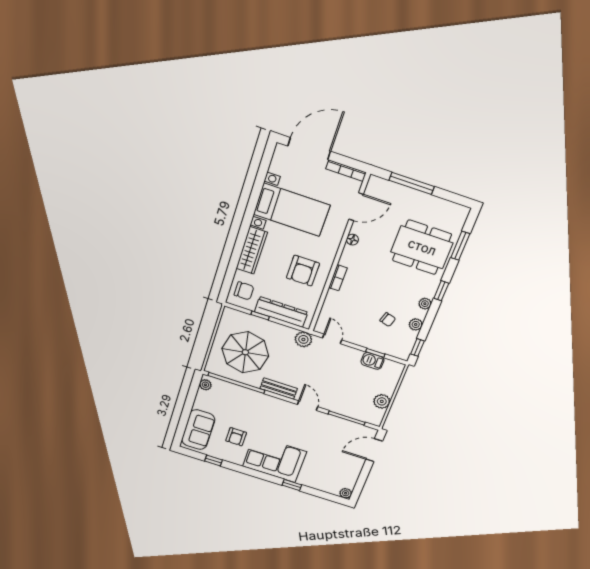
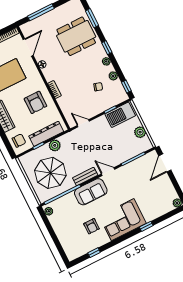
plant: (303, 339) -> (55, 145), moved
barbecue: (372, 361) -> (120, 115), width x1.88, depth x1.53
sofa: (198, 430) -> (91, 192), moved, turned 90

